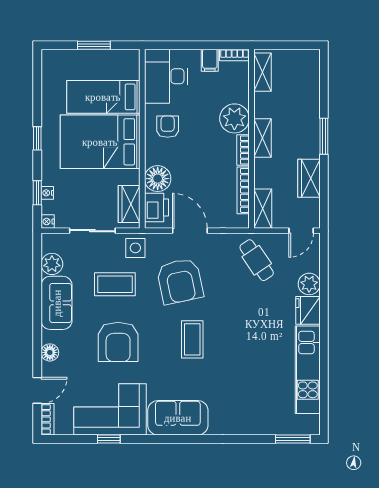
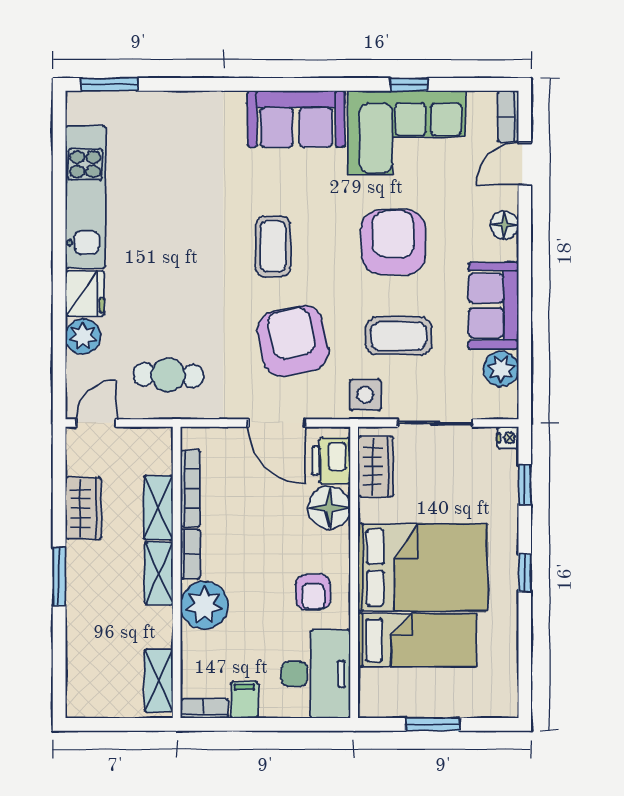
nightstand: (47, 193) -> (509, 484), removed
shelving: (263, 209) -> (159, 507), moved
cafe table: (257, 260) -> (168, 375), turned -54

